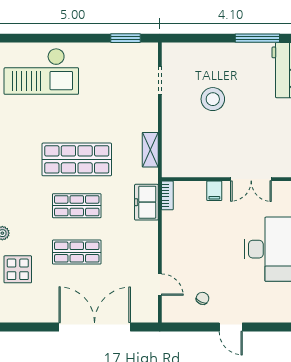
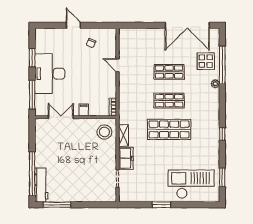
window: (125, 38) -> (161, 205), moved
stool: (213, 99) -> (104, 132), moved
freezer: (146, 202) -> (126, 158), moved
door: (160, 285) -> (118, 65), moved
double door: (95, 327) -> (187, 25), moved

